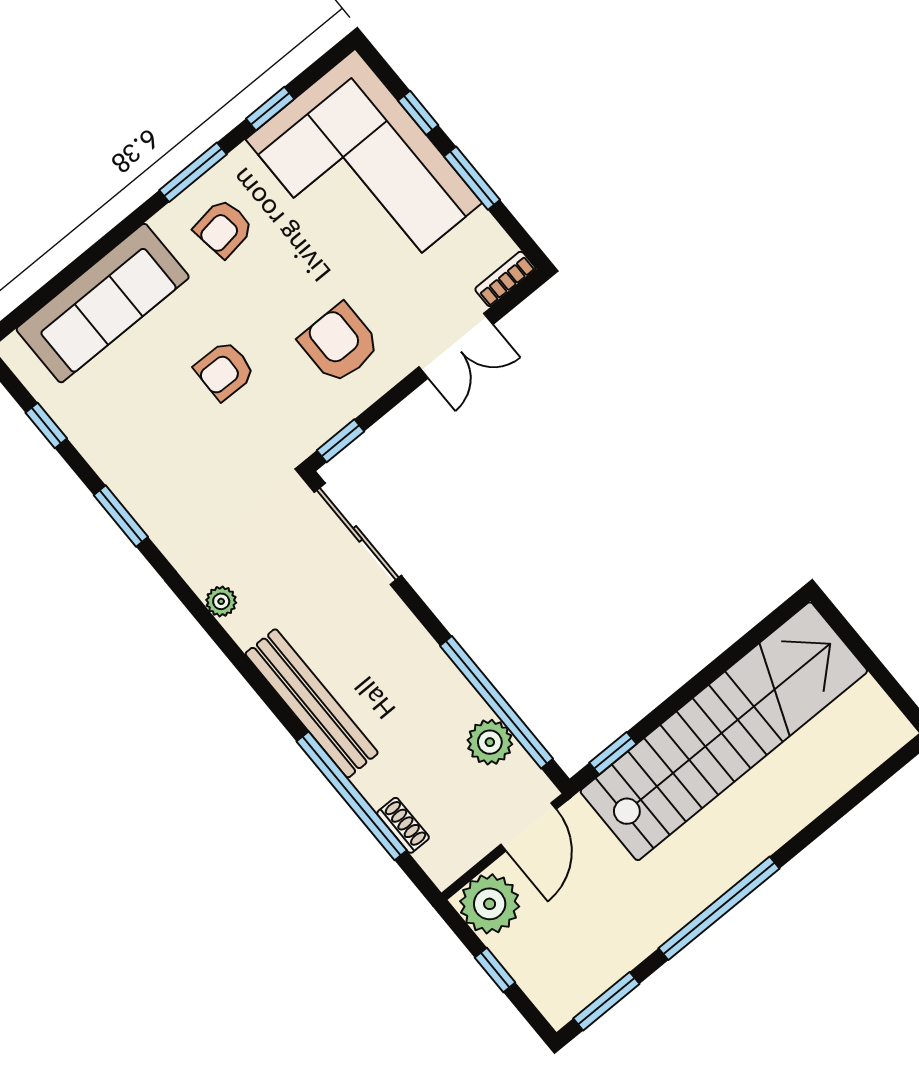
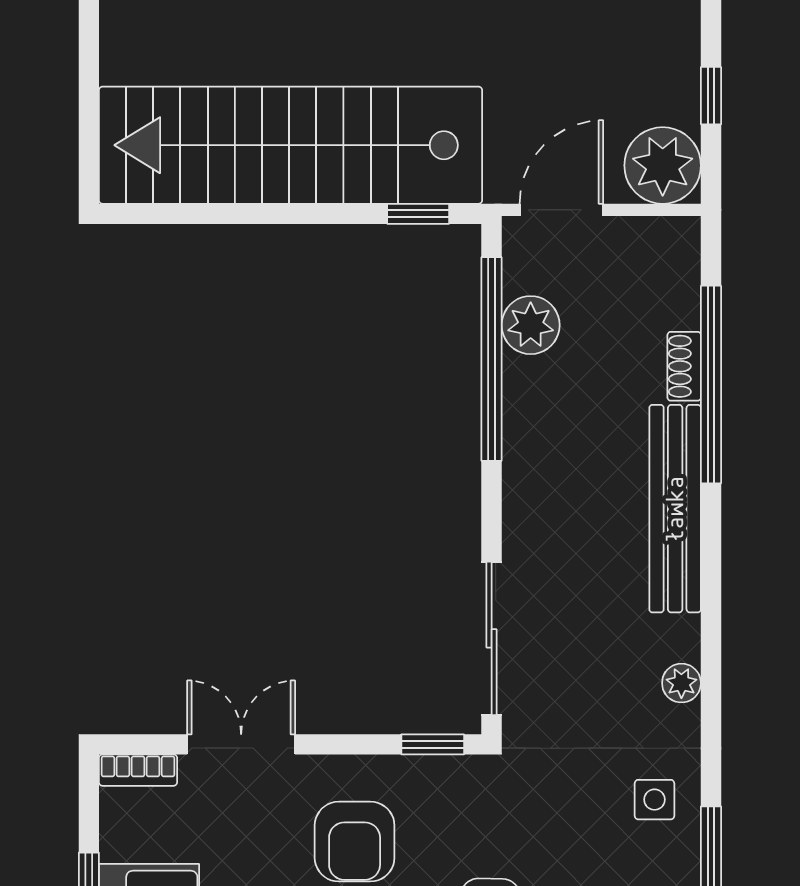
side table: (180, 518) -> (654, 800), added
shoe rack: (403, 825) -> (684, 366), moved

